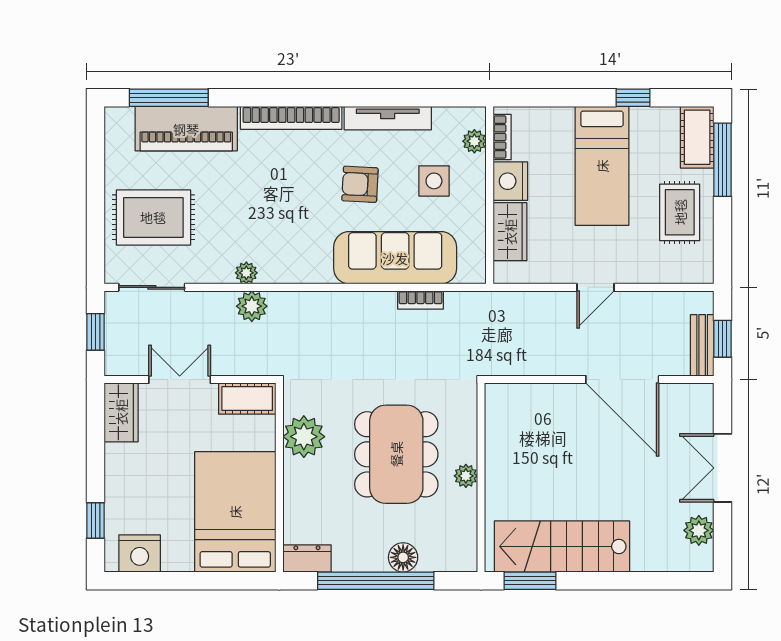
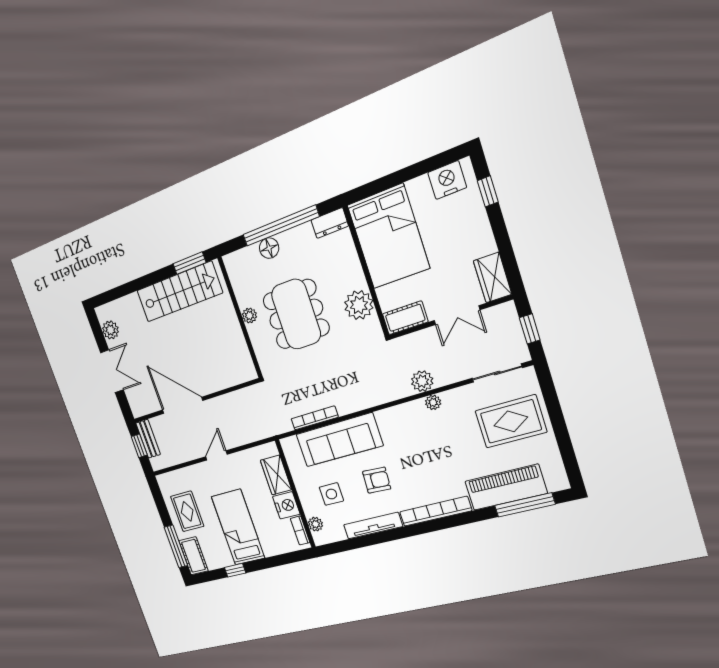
bookcase: (421, 300) -> (315, 418), width x1.56

